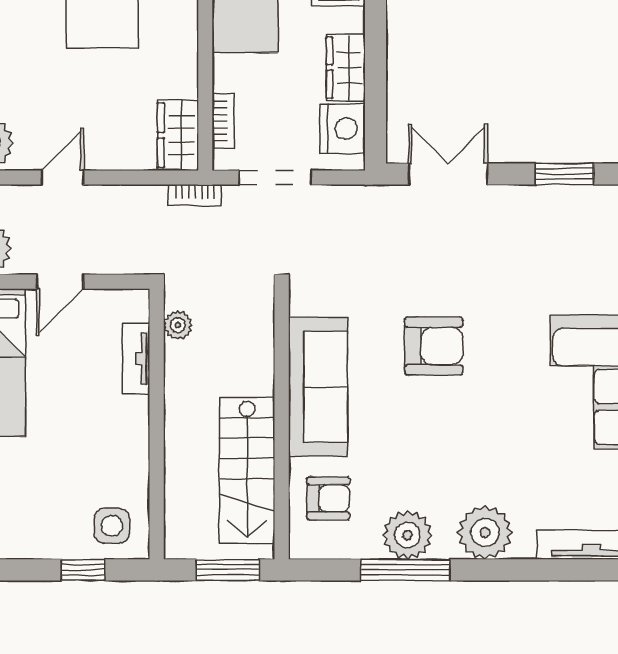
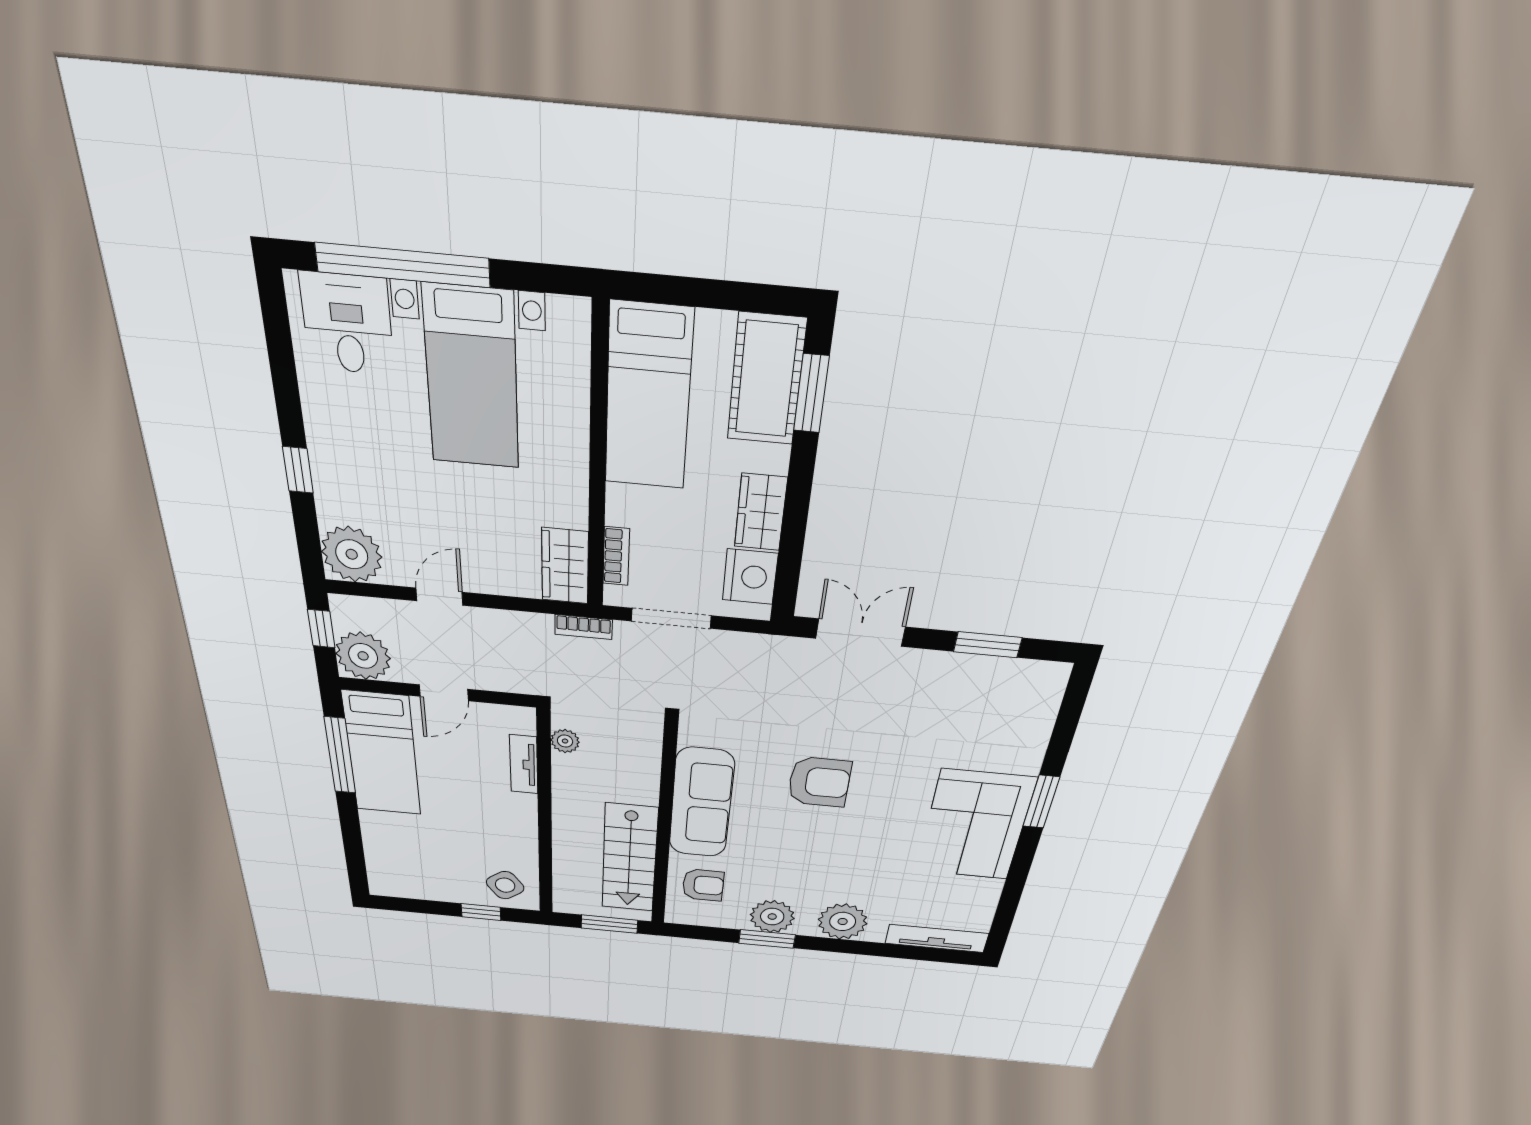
side table: (112, 526) -> (505, 885), turned -36
window: (405, 570) -> (767, 939), width x0.69

